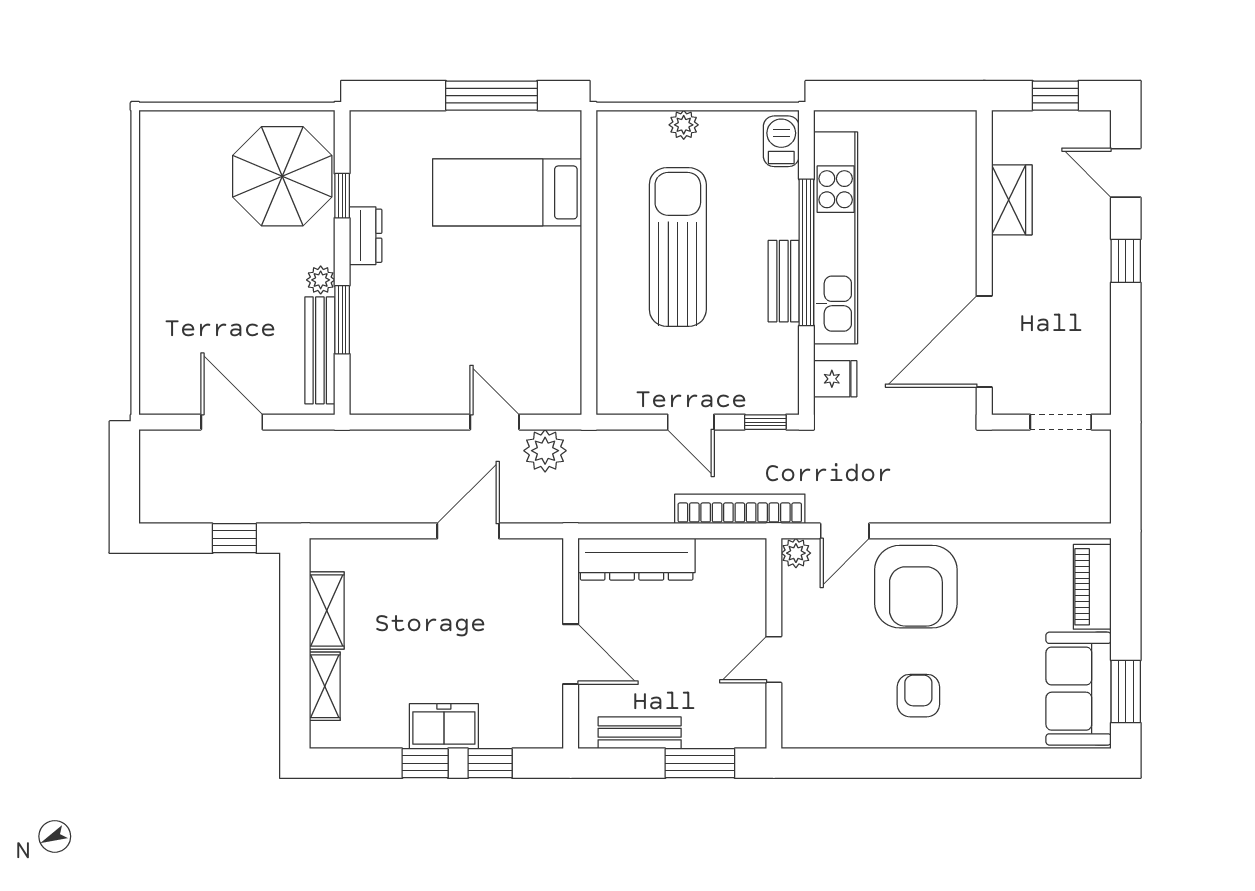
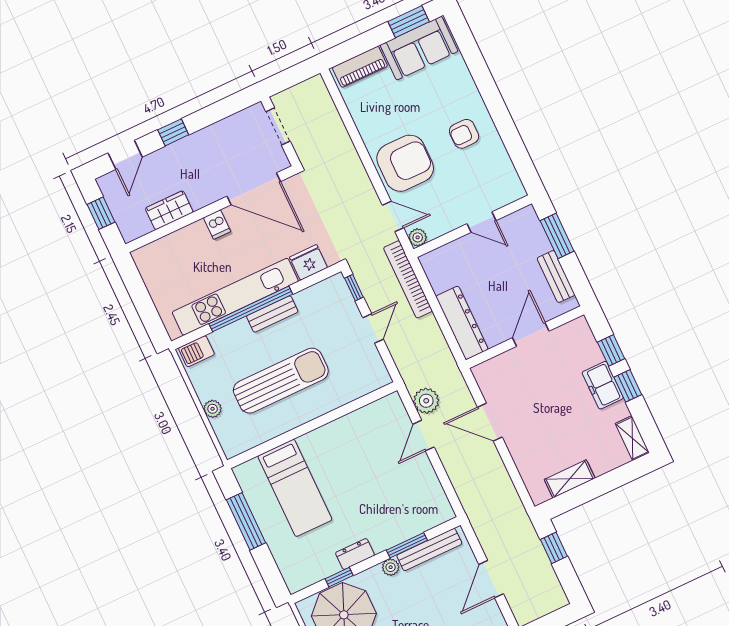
sun lounger: (678, 247) -> (281, 381), turned 180
dishwasher: (957, 261) -> (217, 225), added
fridge: (835, 379) -> (309, 262), width x1.38
shelving: (325, 686) -> (632, 438), moved, turned 90

